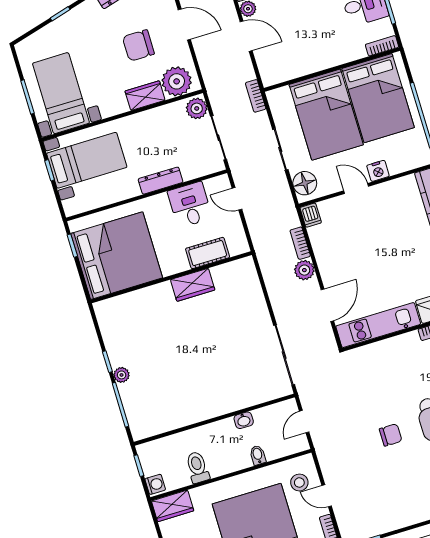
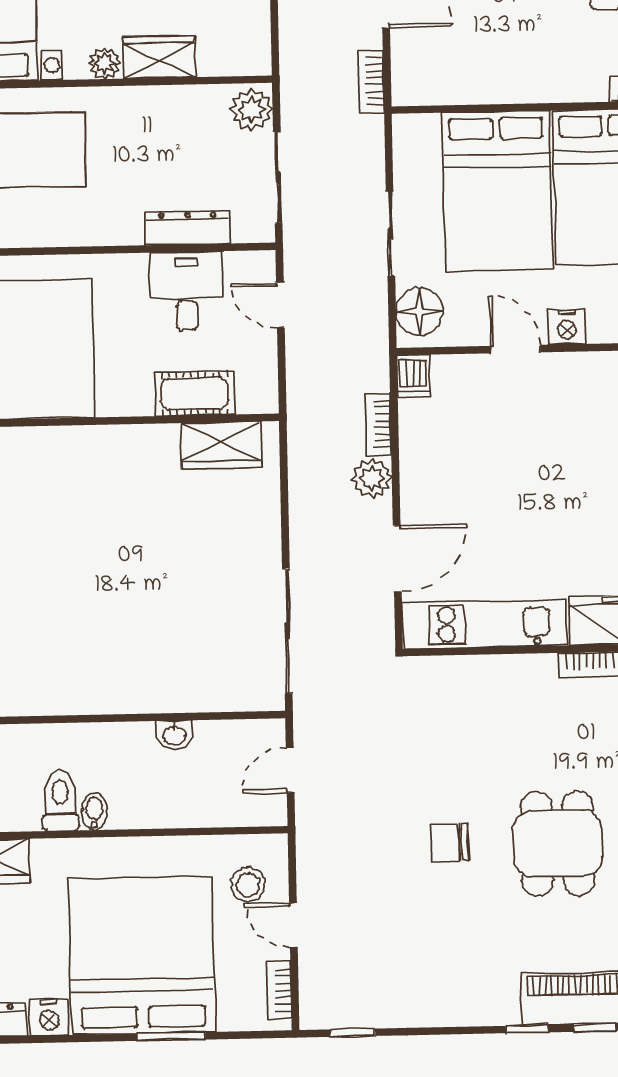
plant: (177, 81) -> (105, 63), moved, width x0.53, depth x0.53
bookcase: (256, 96) -> (371, 81), moved
dresser: (161, 181) -> (187, 228), moved
wardrobe: (193, 285) -> (221, 445), moved
chair: (391, 435) -> (449, 842), turned 180
bidet: (258, 455) -> (94, 811), moved

